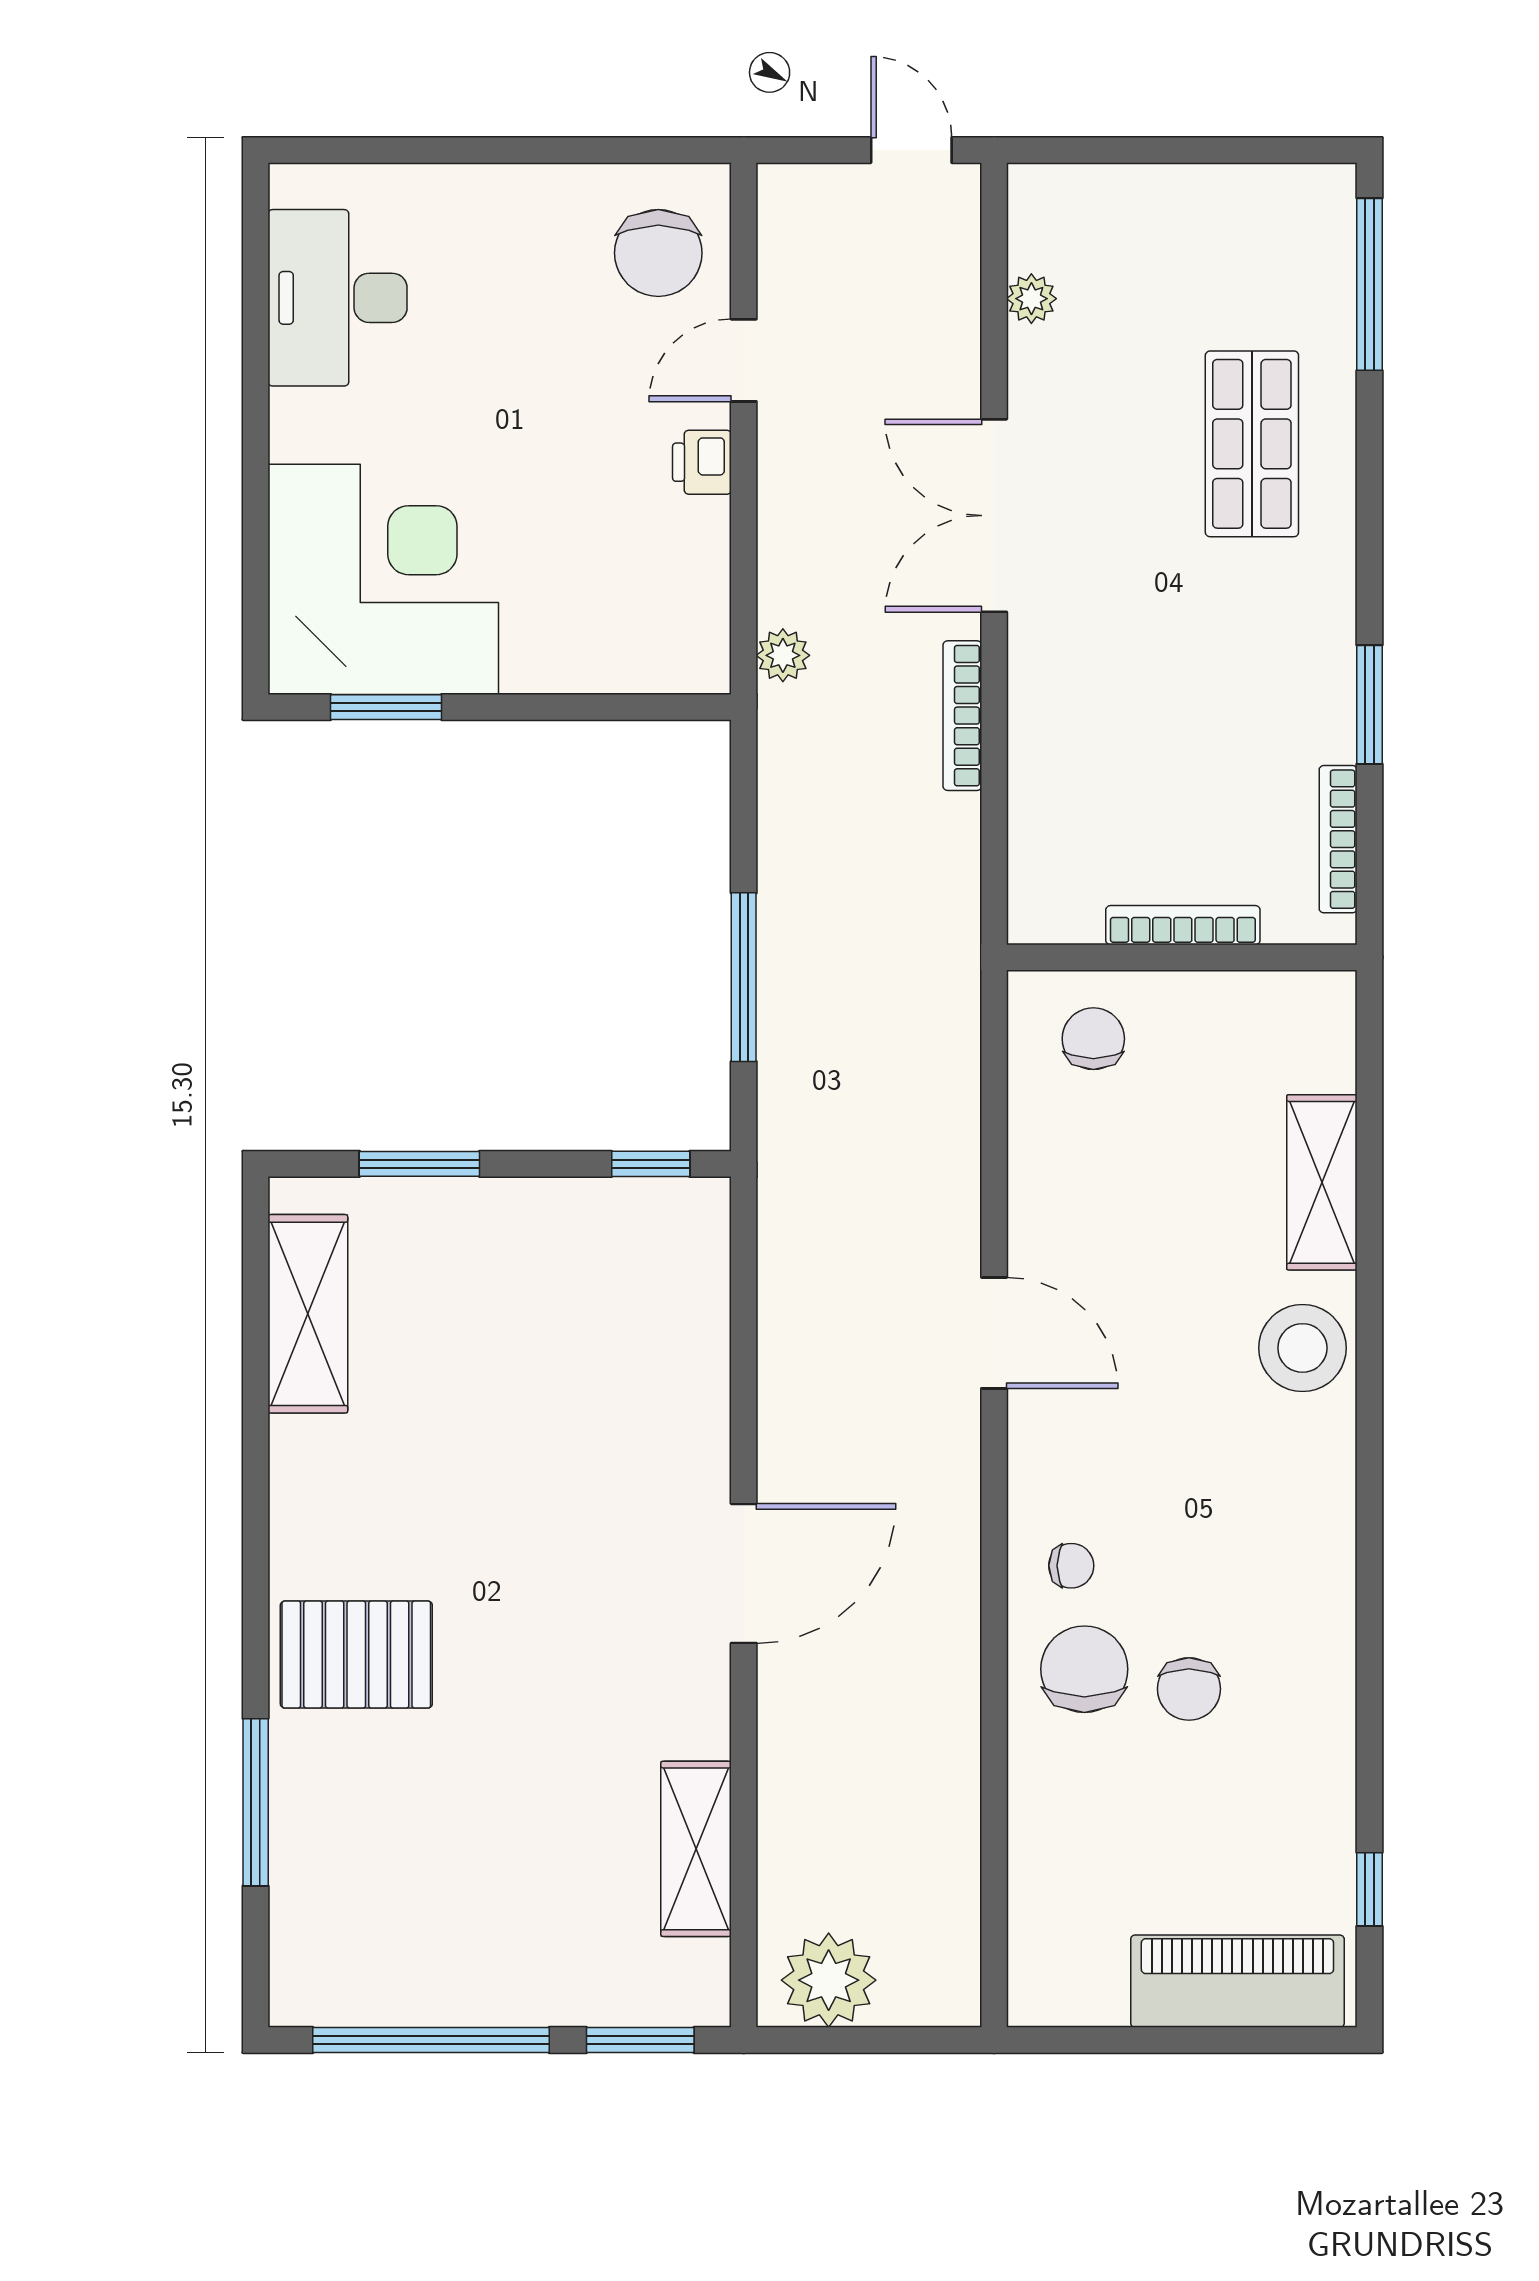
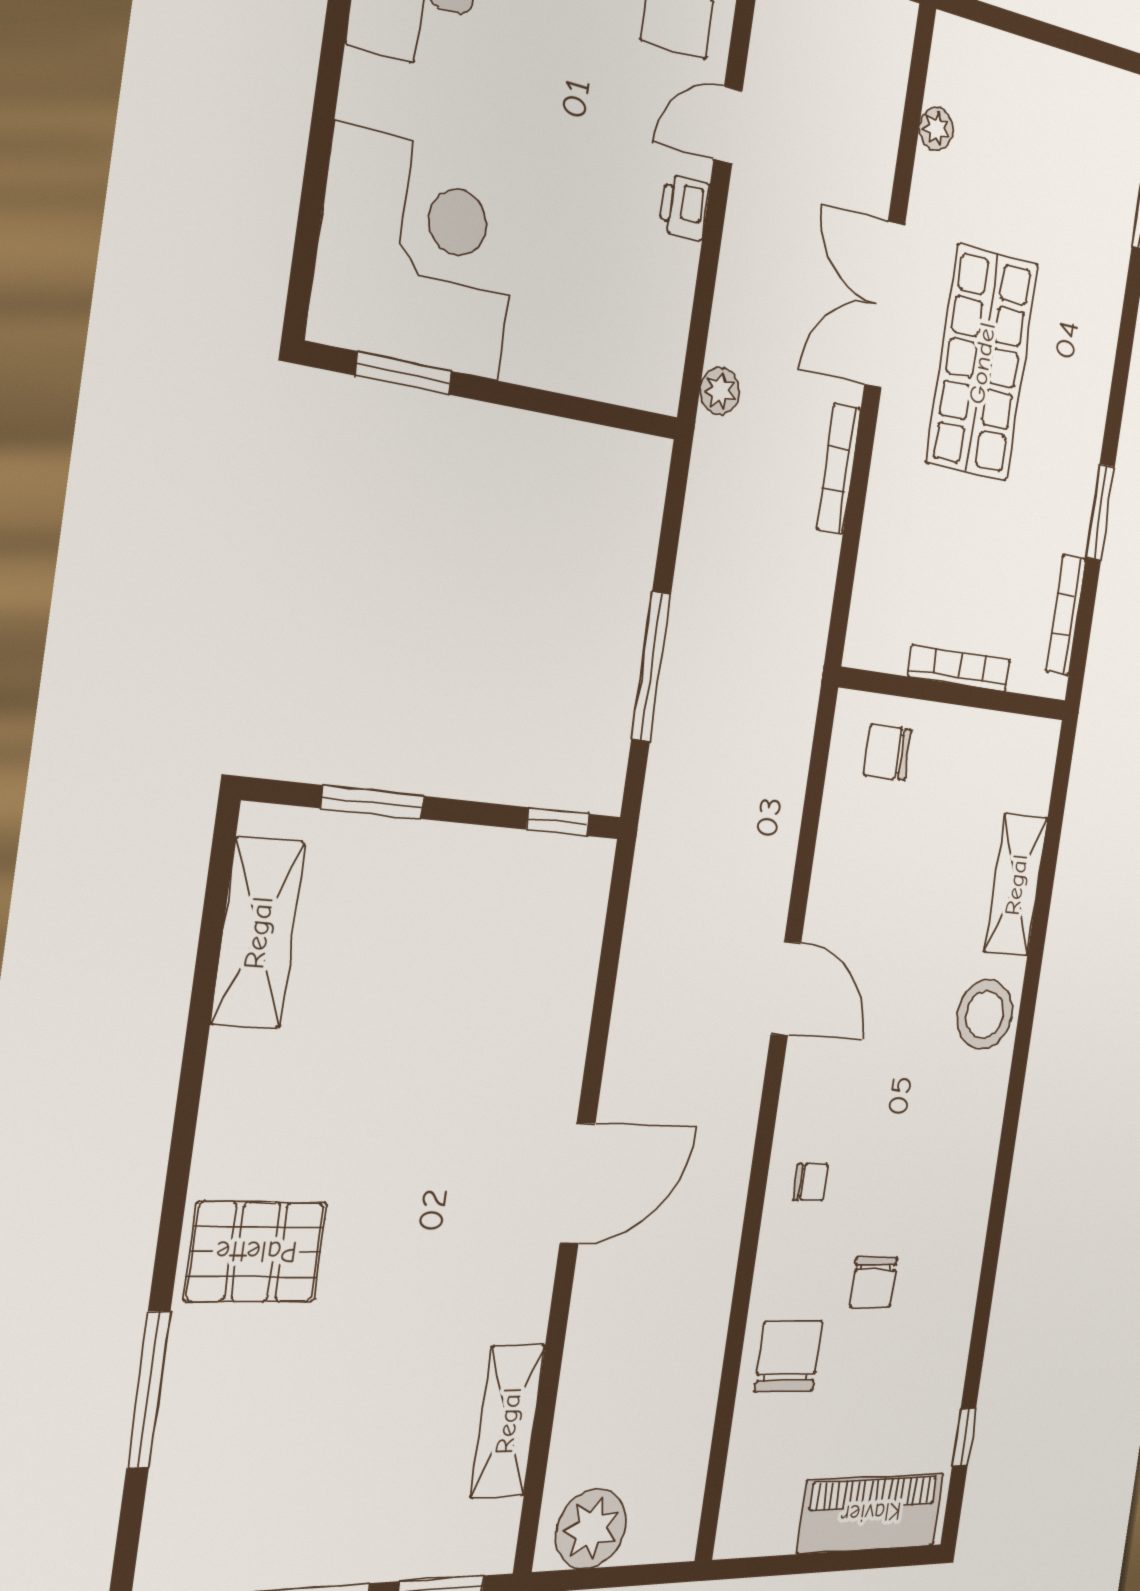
shop shelf: (1252, 444) -> (982, 363), moved, width x1.43, depth x1.36
chair: (1093, 1039) -> (888, 752), turned -90
chair: (1084, 1669) -> (789, 1356), moved

